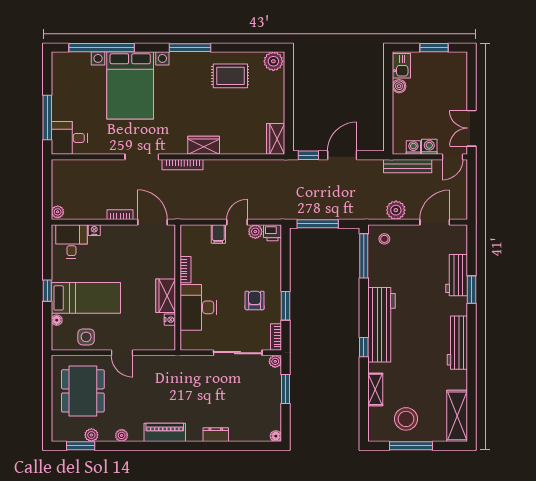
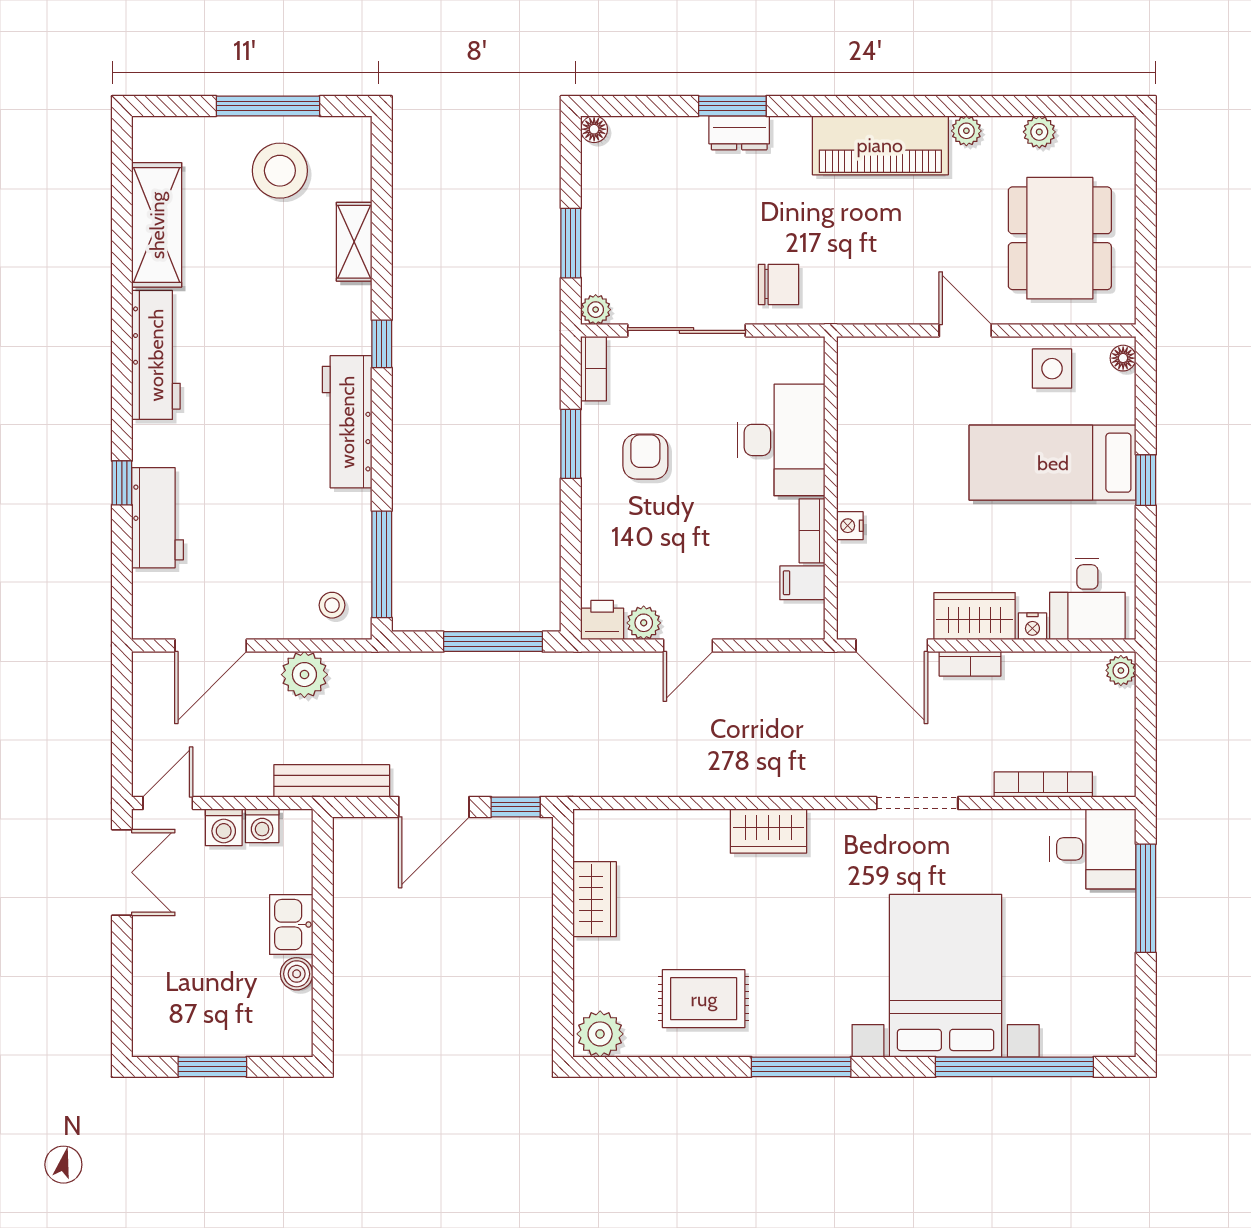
kitchen sink: (401, 66) -> (291, 925), moved
wardrobe: (276, 139) -> (595, 899), moved
bookcase: (183, 165) -> (1043, 785), moved
bench: (408, 166) -> (332, 781), moved
filing cabinet: (218, 234) -> (802, 583), moved, turned -90
window: (471, 290) -> (122, 483), width x0.67
wardrobe: (166, 296) -> (975, 616), moved, turned -90
armchair: (255, 300) -> (645, 457), turned 180
floor lamp: (57, 320) -> (1123, 358), moved
nightstand: (170, 320) -> (850, 526), moved
workbench: (381, 325) -> (347, 422), width x0.73, depth x0.76
chair: (199, 372) -> (779, 284), added
shelving: (457, 416) -> (157, 225), moved
piano: (165, 432) -> (880, 145), width x1.37, depth x1.33
window: (81, 446) -> (732, 106), moved

